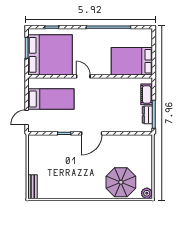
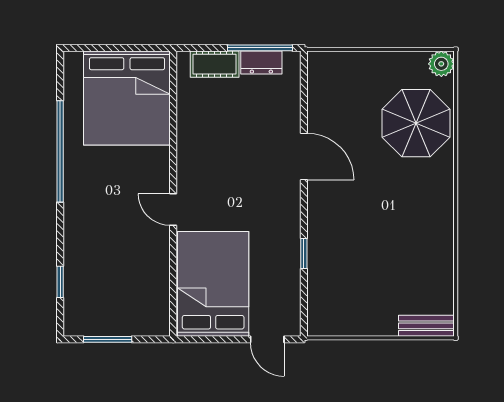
bed: (50, 55) -> (124, 286), removed
bed: (132, 61) -> (127, 98), width x1.36
door: (83, 76) -> (173, 210), hinge flipped
bed: (51, 99) -> (213, 284), width x1.50
door: (92, 133) -> (304, 157), moved

